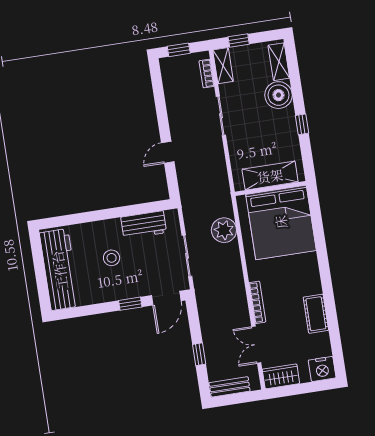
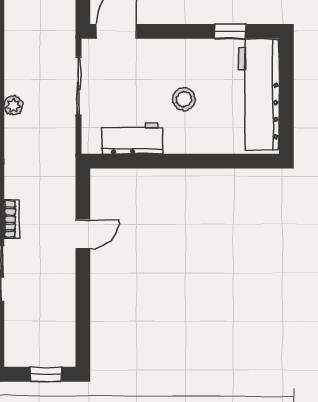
bookcase: (207, 73) -> (12, 219), moved
plant: (224, 230) -> (13, 105), width x0.53, depth x0.53
window: (130, 304) -> (230, 31), moved

